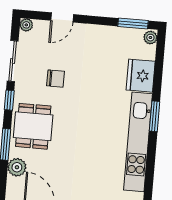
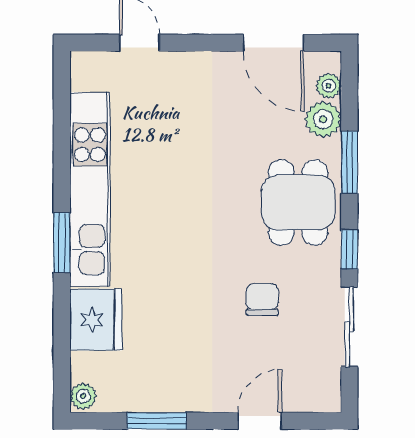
window: (133, 23) -> (157, 421), moved
plant: (26, 25) -> (329, 86), moved
chair: (56, 79) -> (262, 300), turned 90

